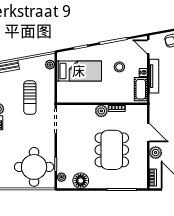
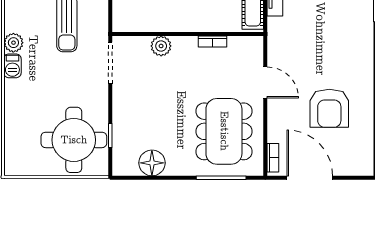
plant: (101, 111) -> (161, 46), moved
dining table: (112, 150) -> (224, 131), moved
plant: (156, 153) -> (278, 116), removed
plant: (61, 177) -> (120, 157), removed

